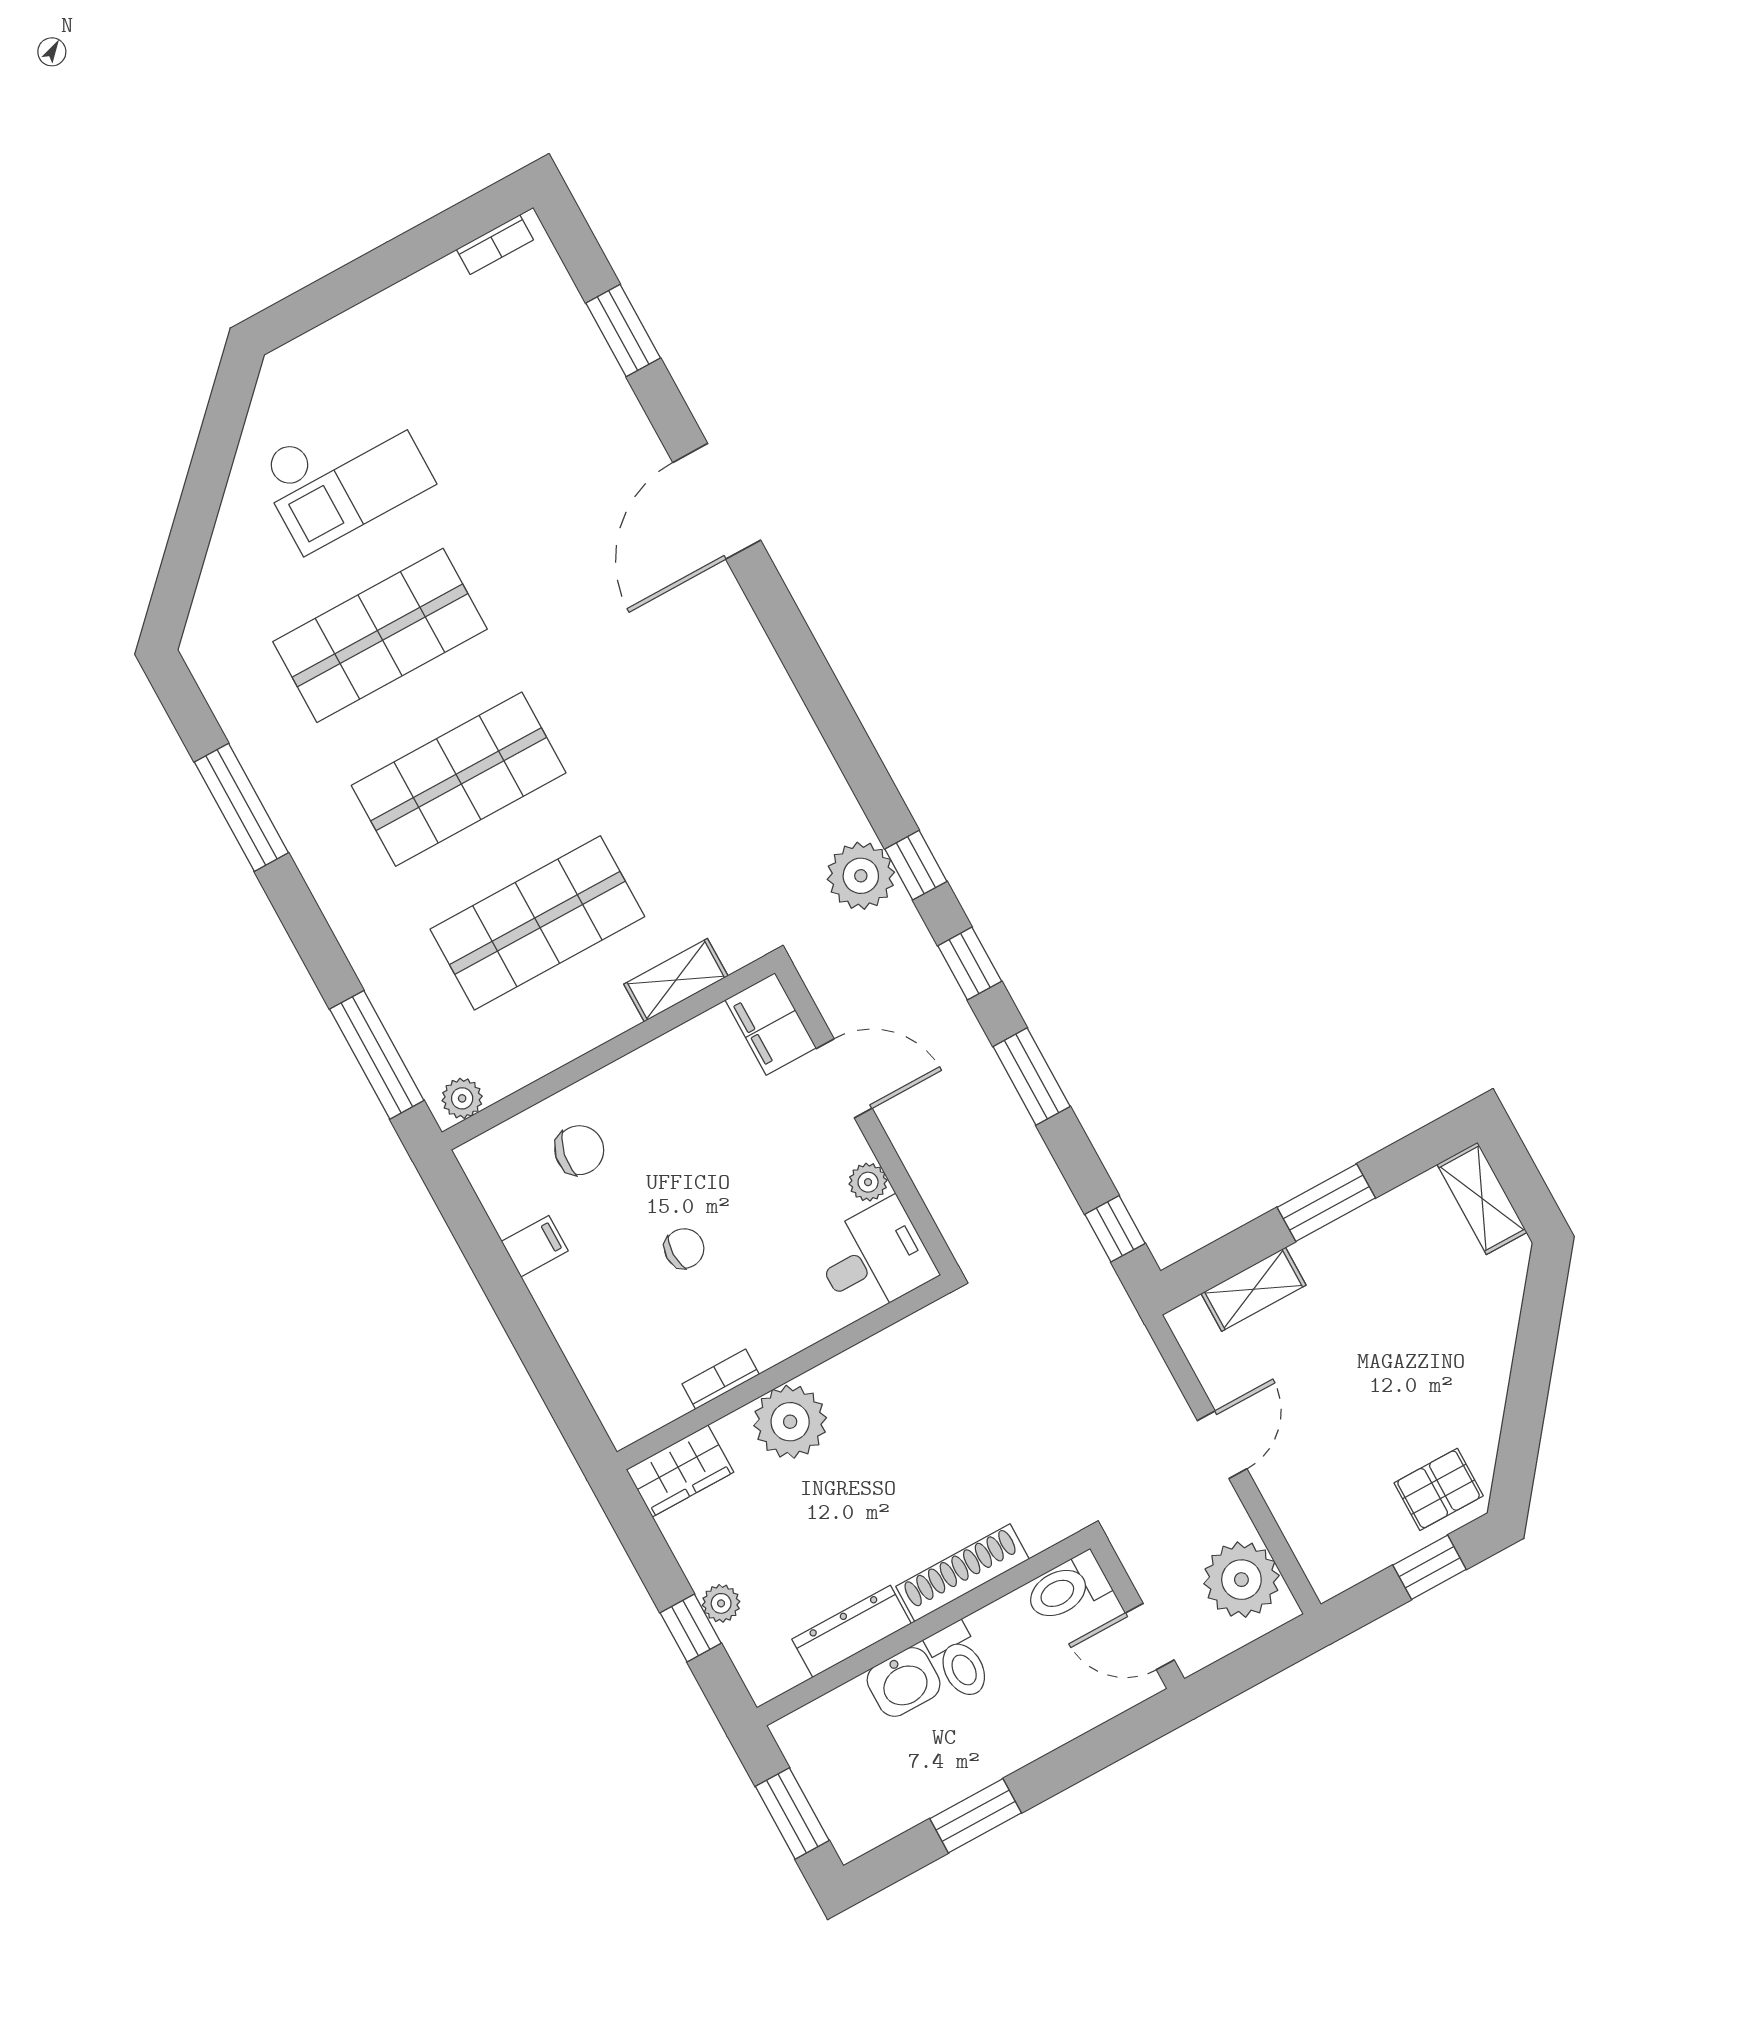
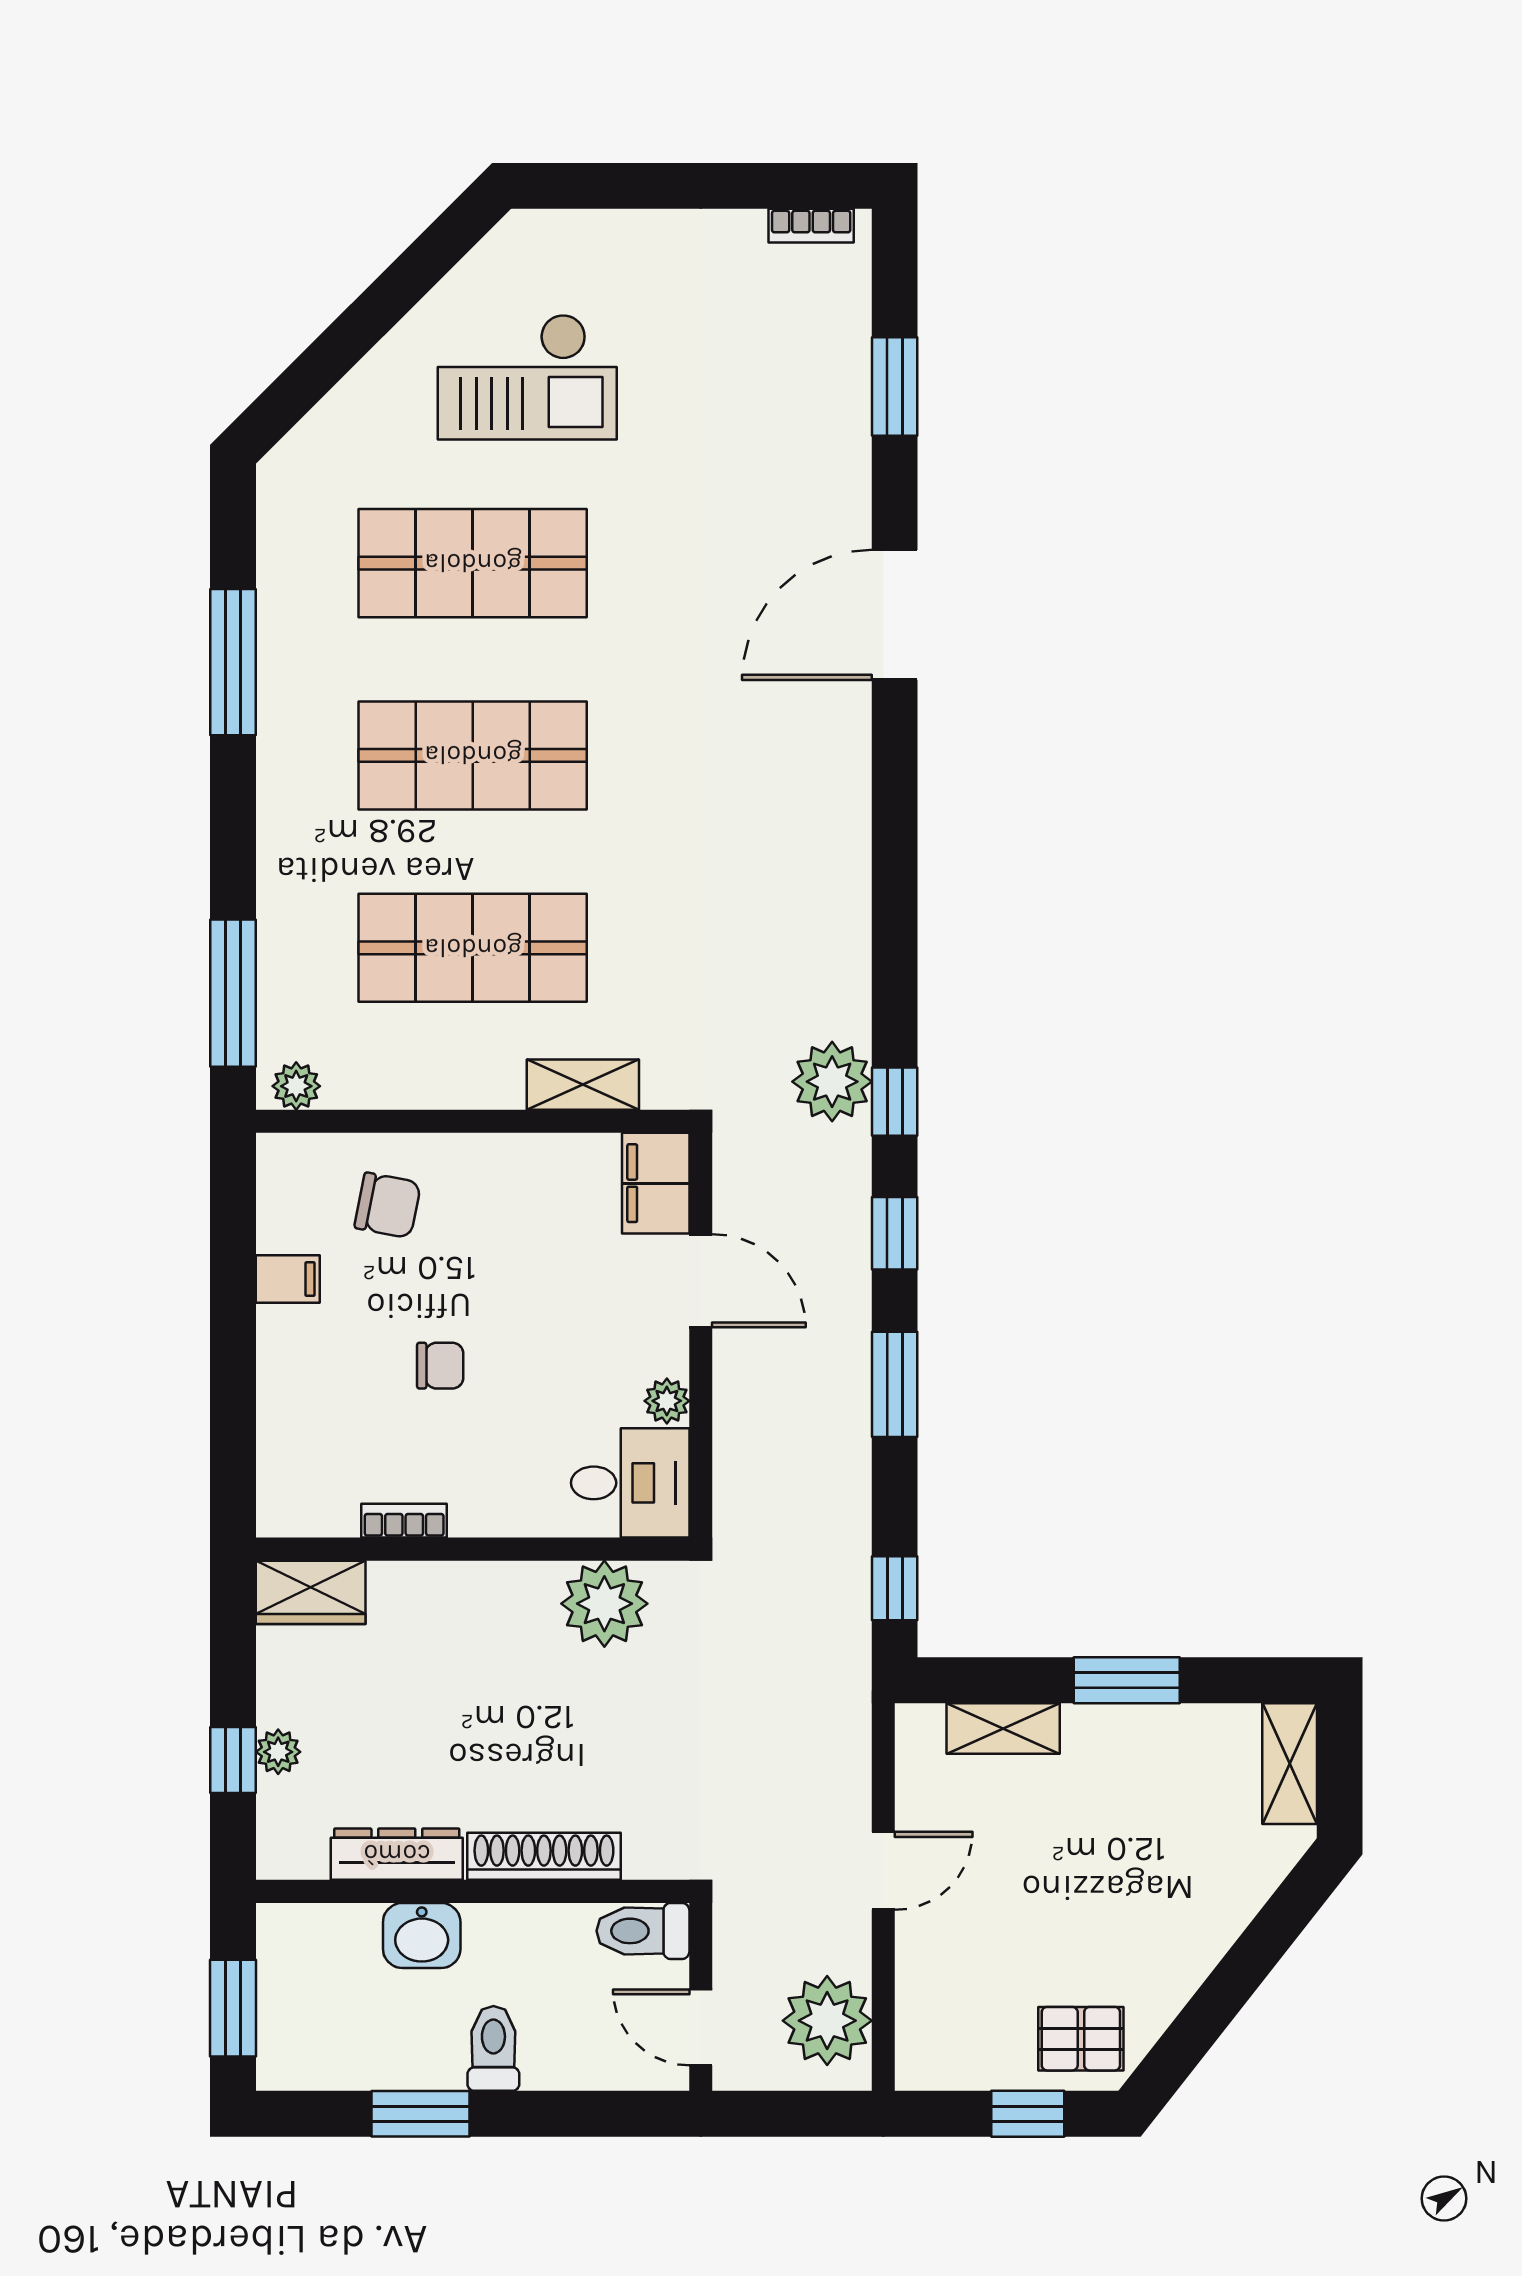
plant: (790, 1422) -> (604, 1604), moved
toilet: (959, 1661) -> (493, 2048), moved, turned 180

